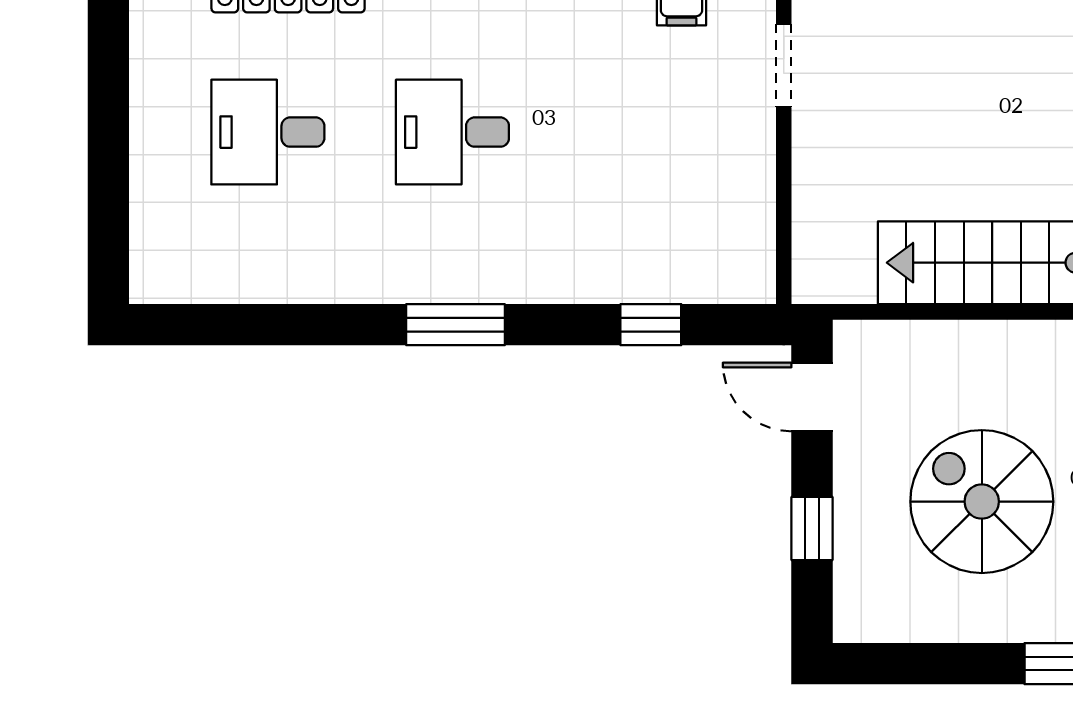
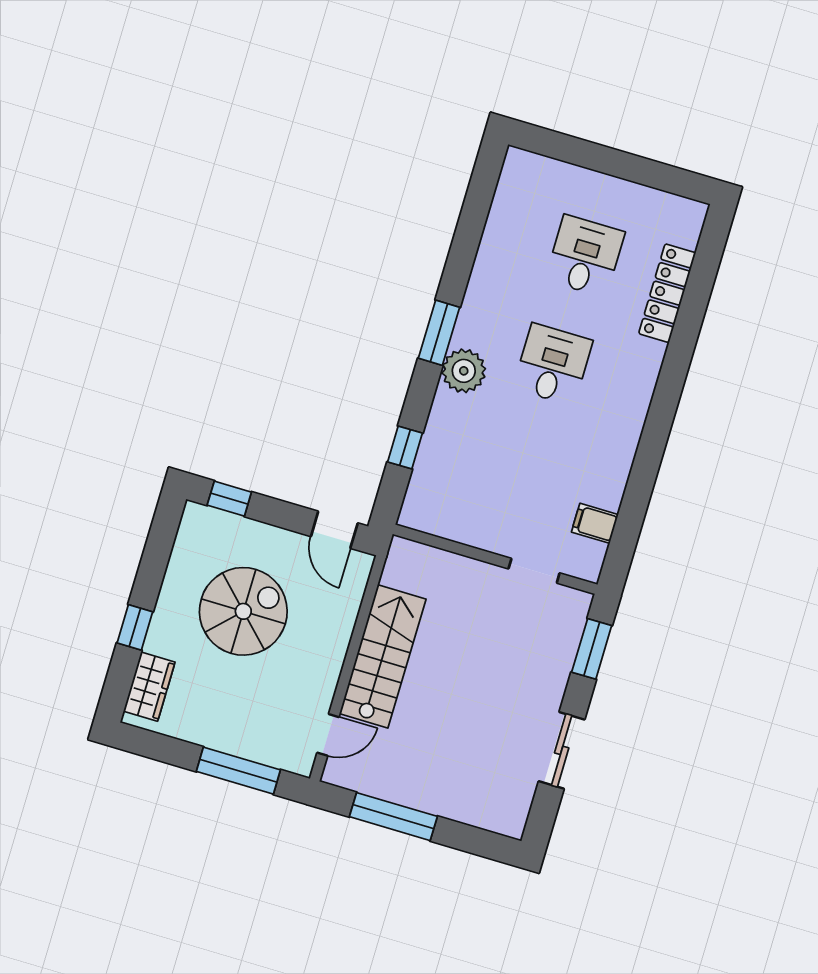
plant: (504, 268) -> (464, 371), added
door: (812, 397) -> (334, 530), swing flipped
window: (812, 529) -> (229, 499), moved

